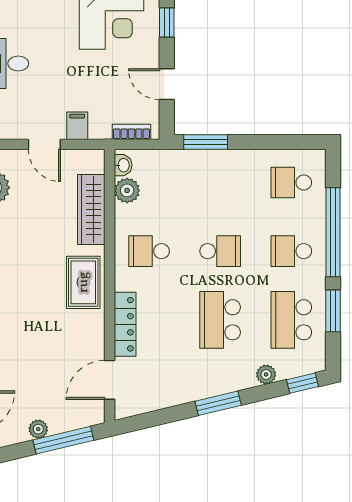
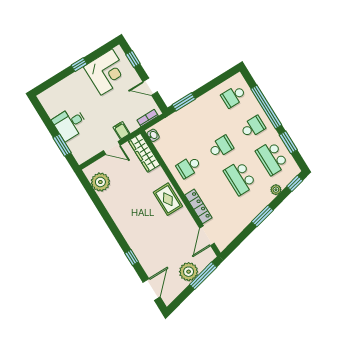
plant: (127, 190) -> (162, 146), removed
wardrobe: (91, 210) -> (144, 153), moved
school desk: (291, 251) -> (253, 127), turned 180
plant: (38, 429) -> (189, 272), width x1.88, depth x1.88

